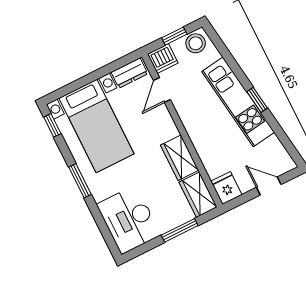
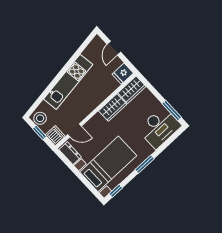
window: (257, 100) -> (64, 71), removed
window: (180, 230) -> (172, 110), moved

